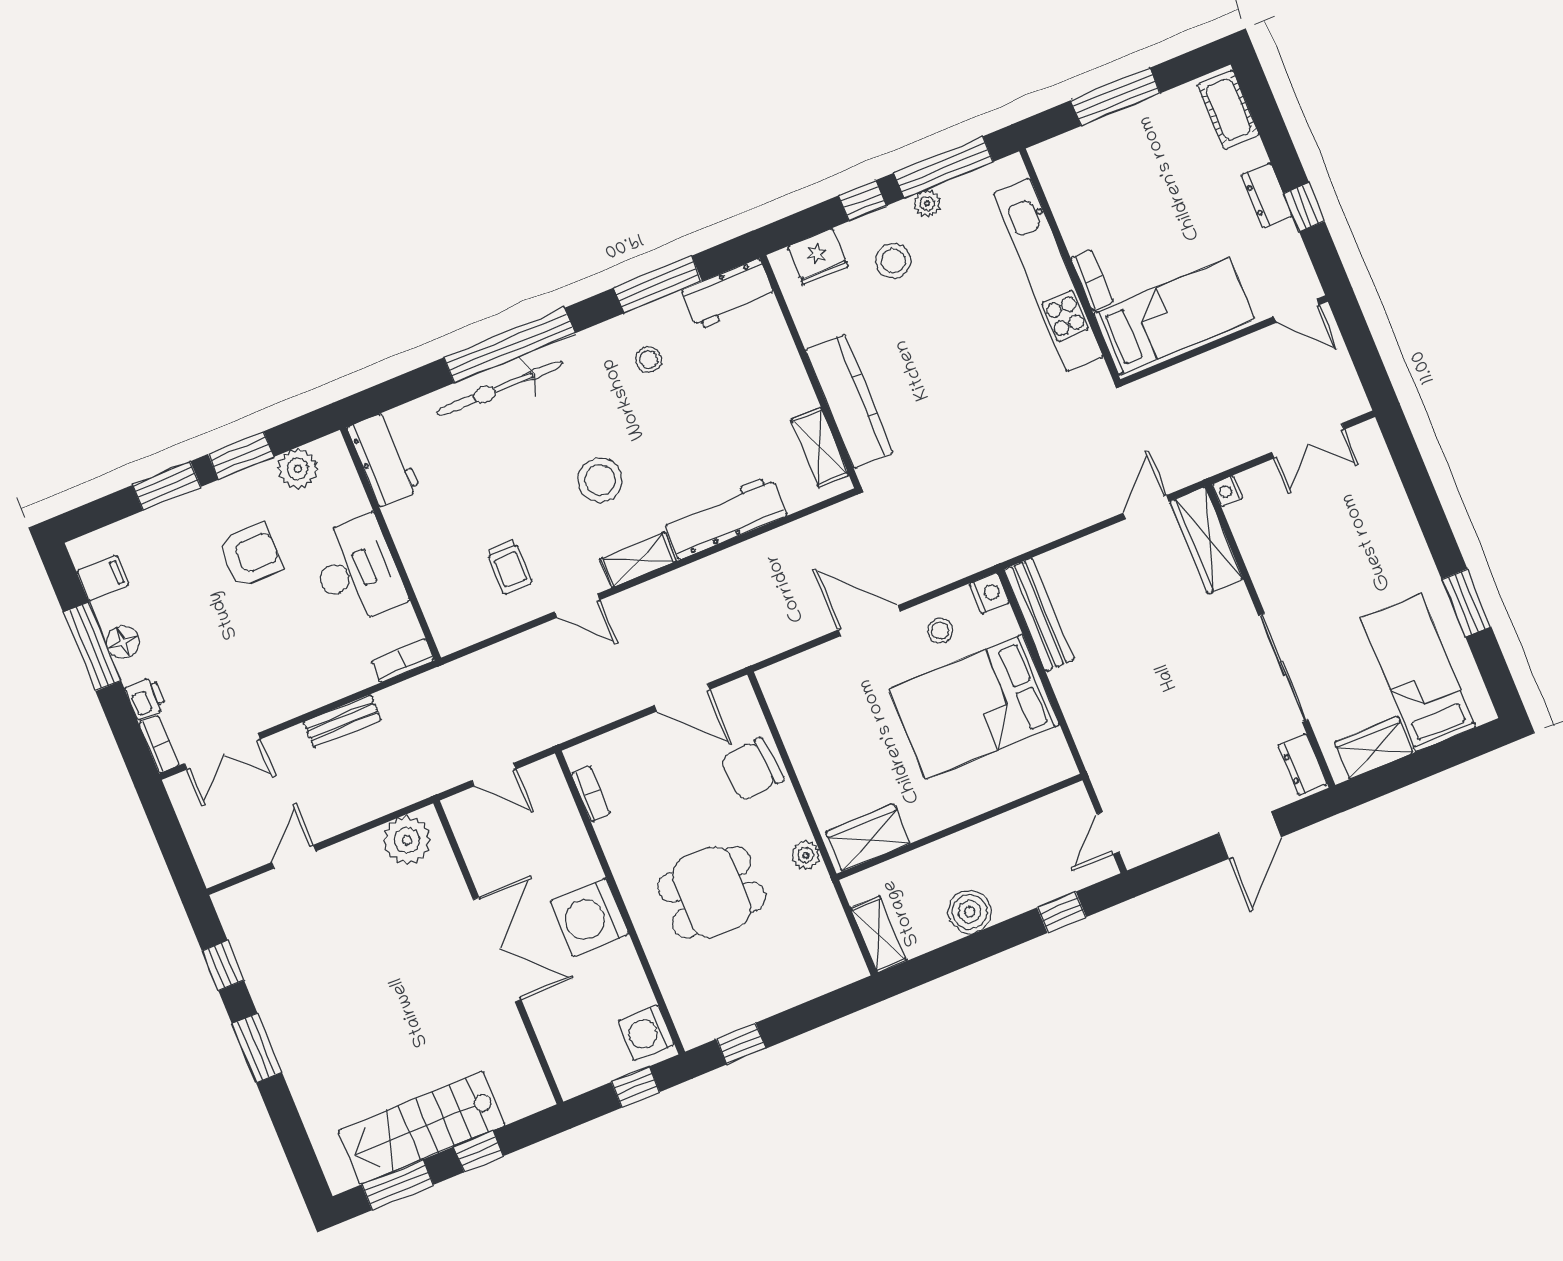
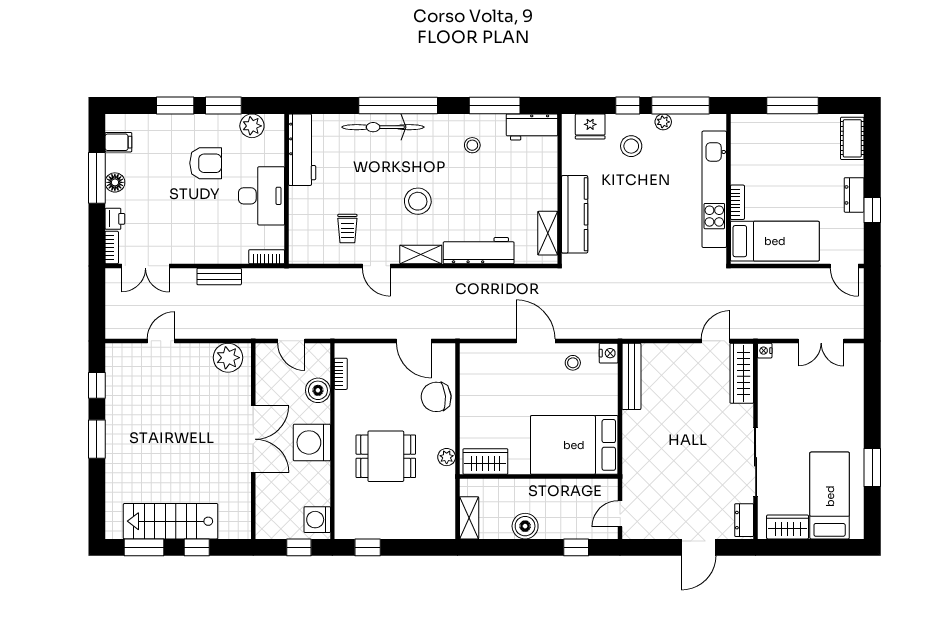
workbench: (384, 459) -> (302, 150), width x1.38
bed: (974, 707) -> (574, 445), moved
boiler: (566, 834) -> (318, 390), added

